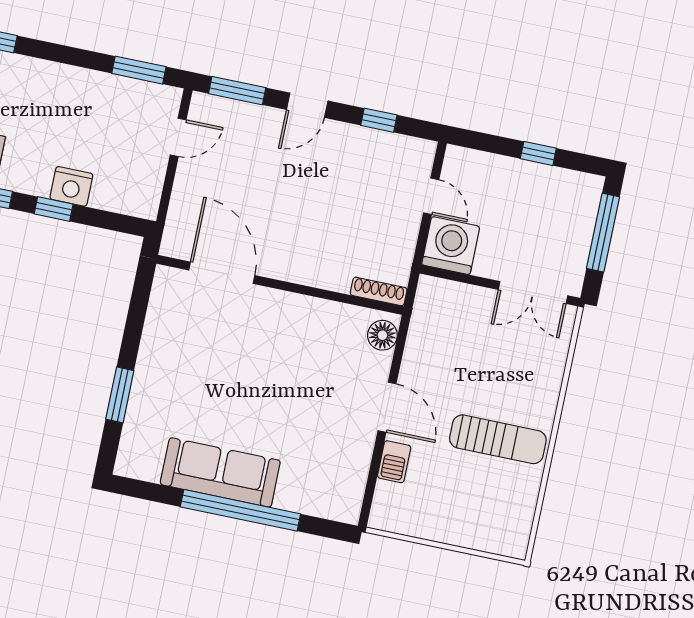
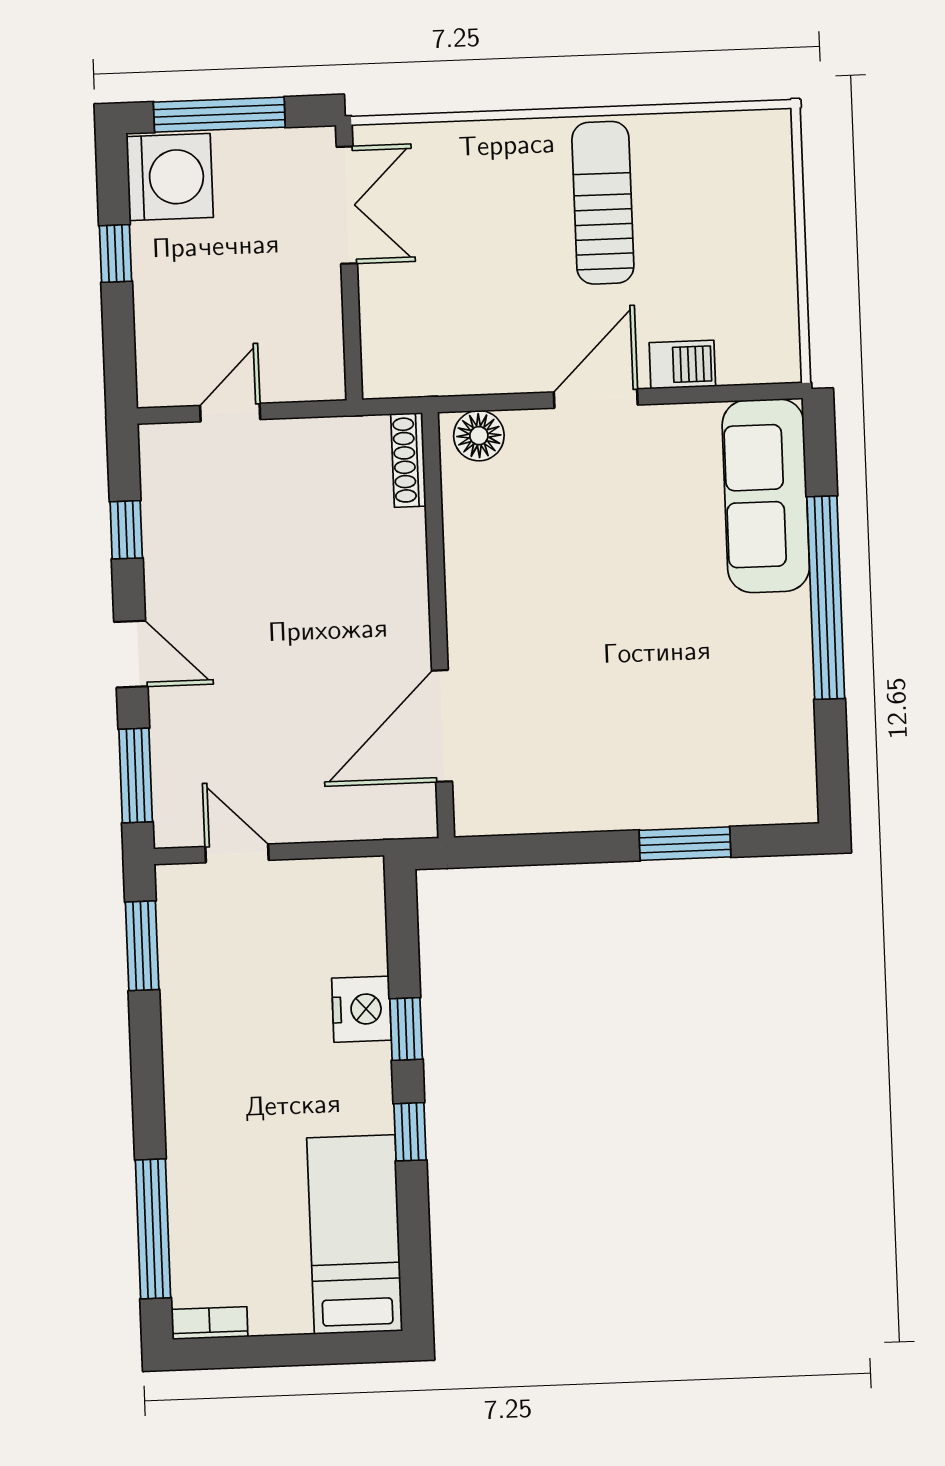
washing machine: (451, 246) -> (170, 177), moved, turned 180
sofa: (220, 472) -> (766, 496), moved

